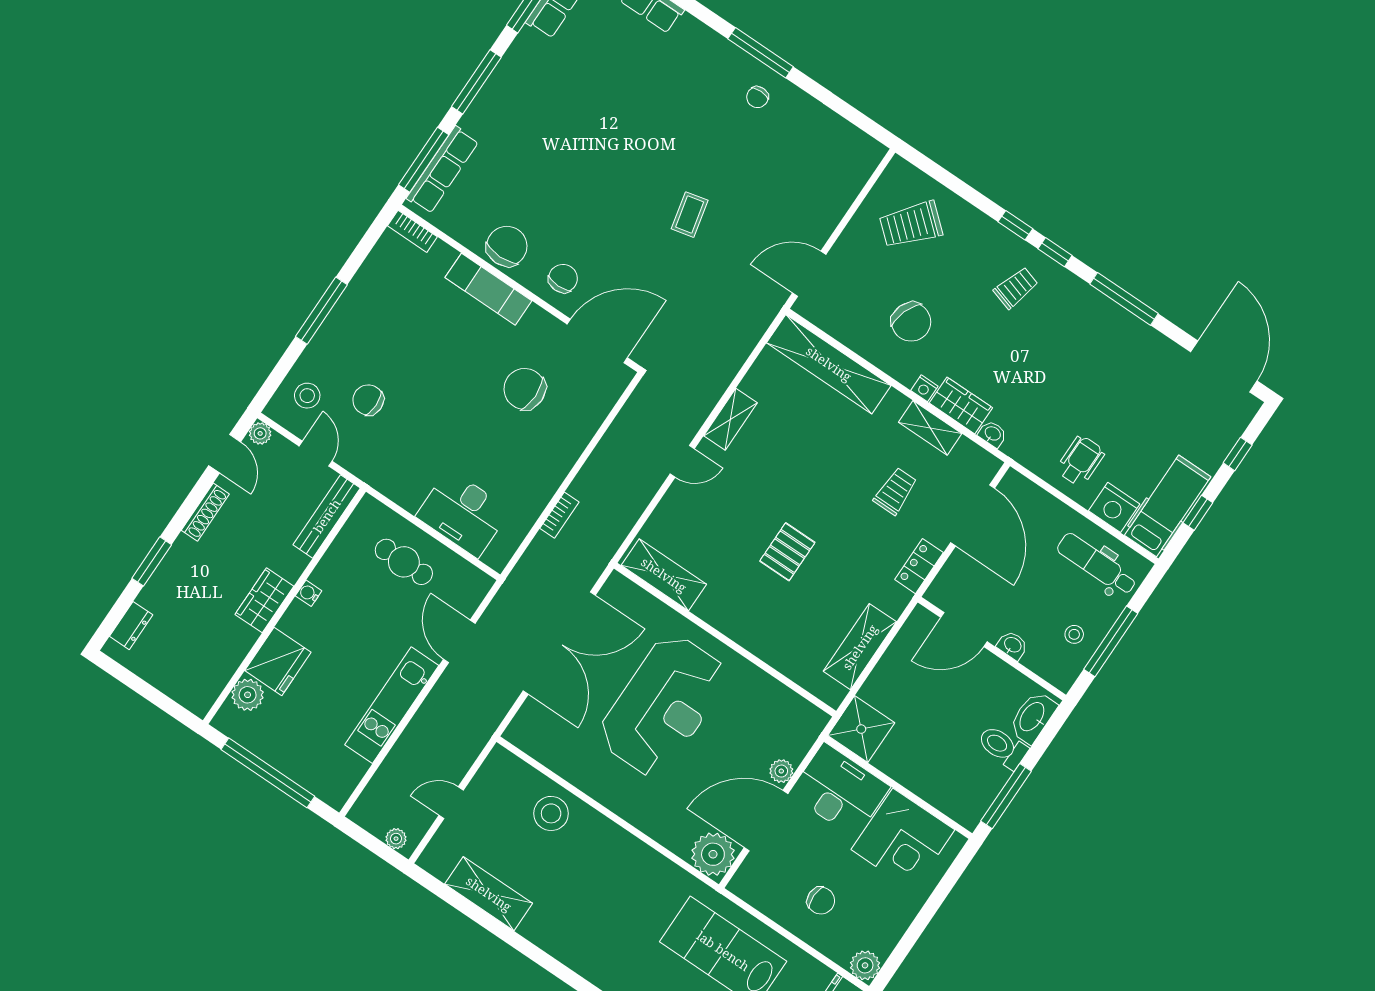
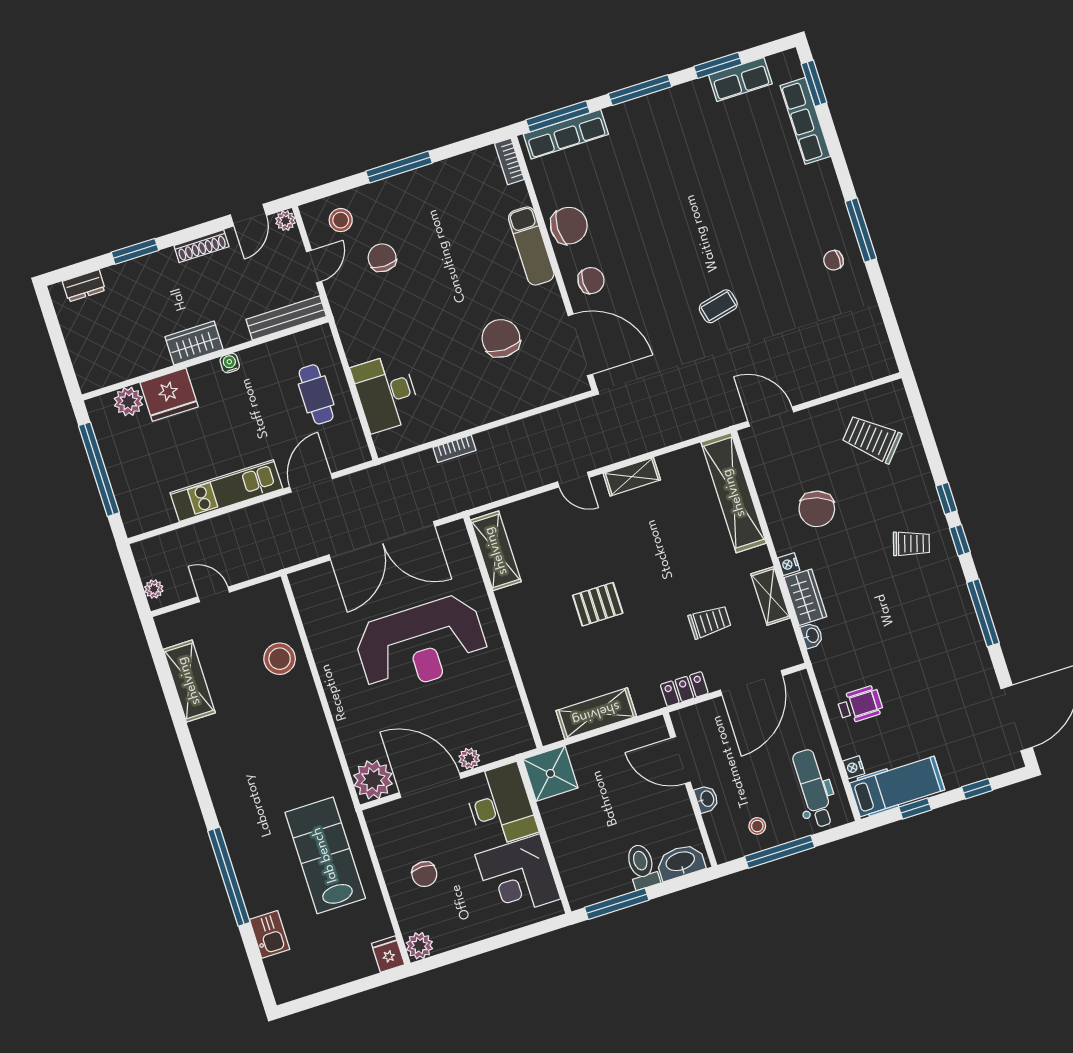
nightstand: (1114, 507) -> (854, 767), width x0.53, depth x0.56

